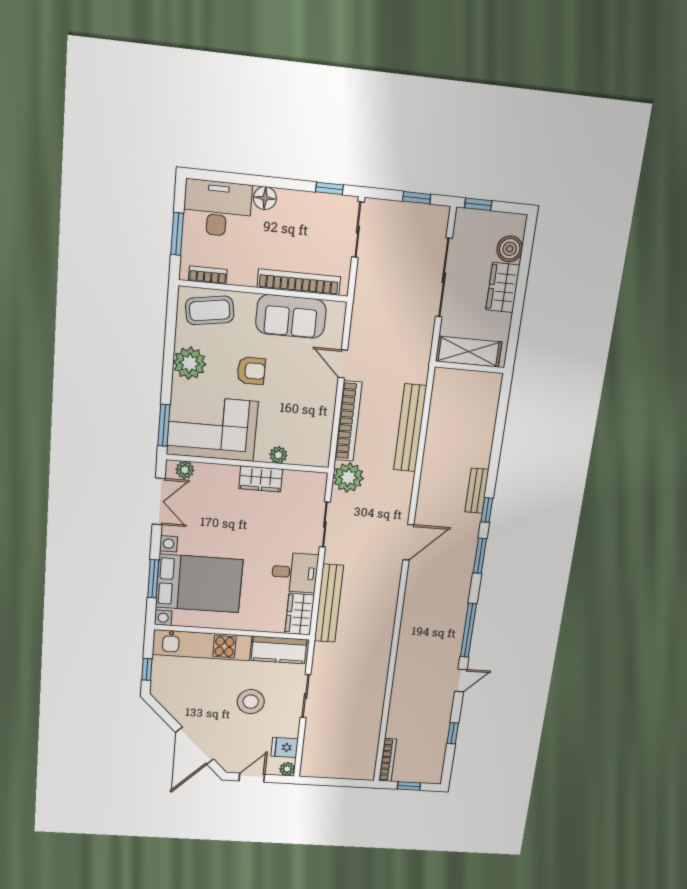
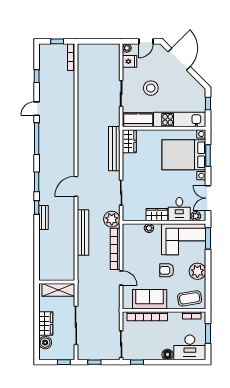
bench: (410, 428) -> (83, 233), moved
desk: (295, 572) -> (179, 209), moved, turned -90

